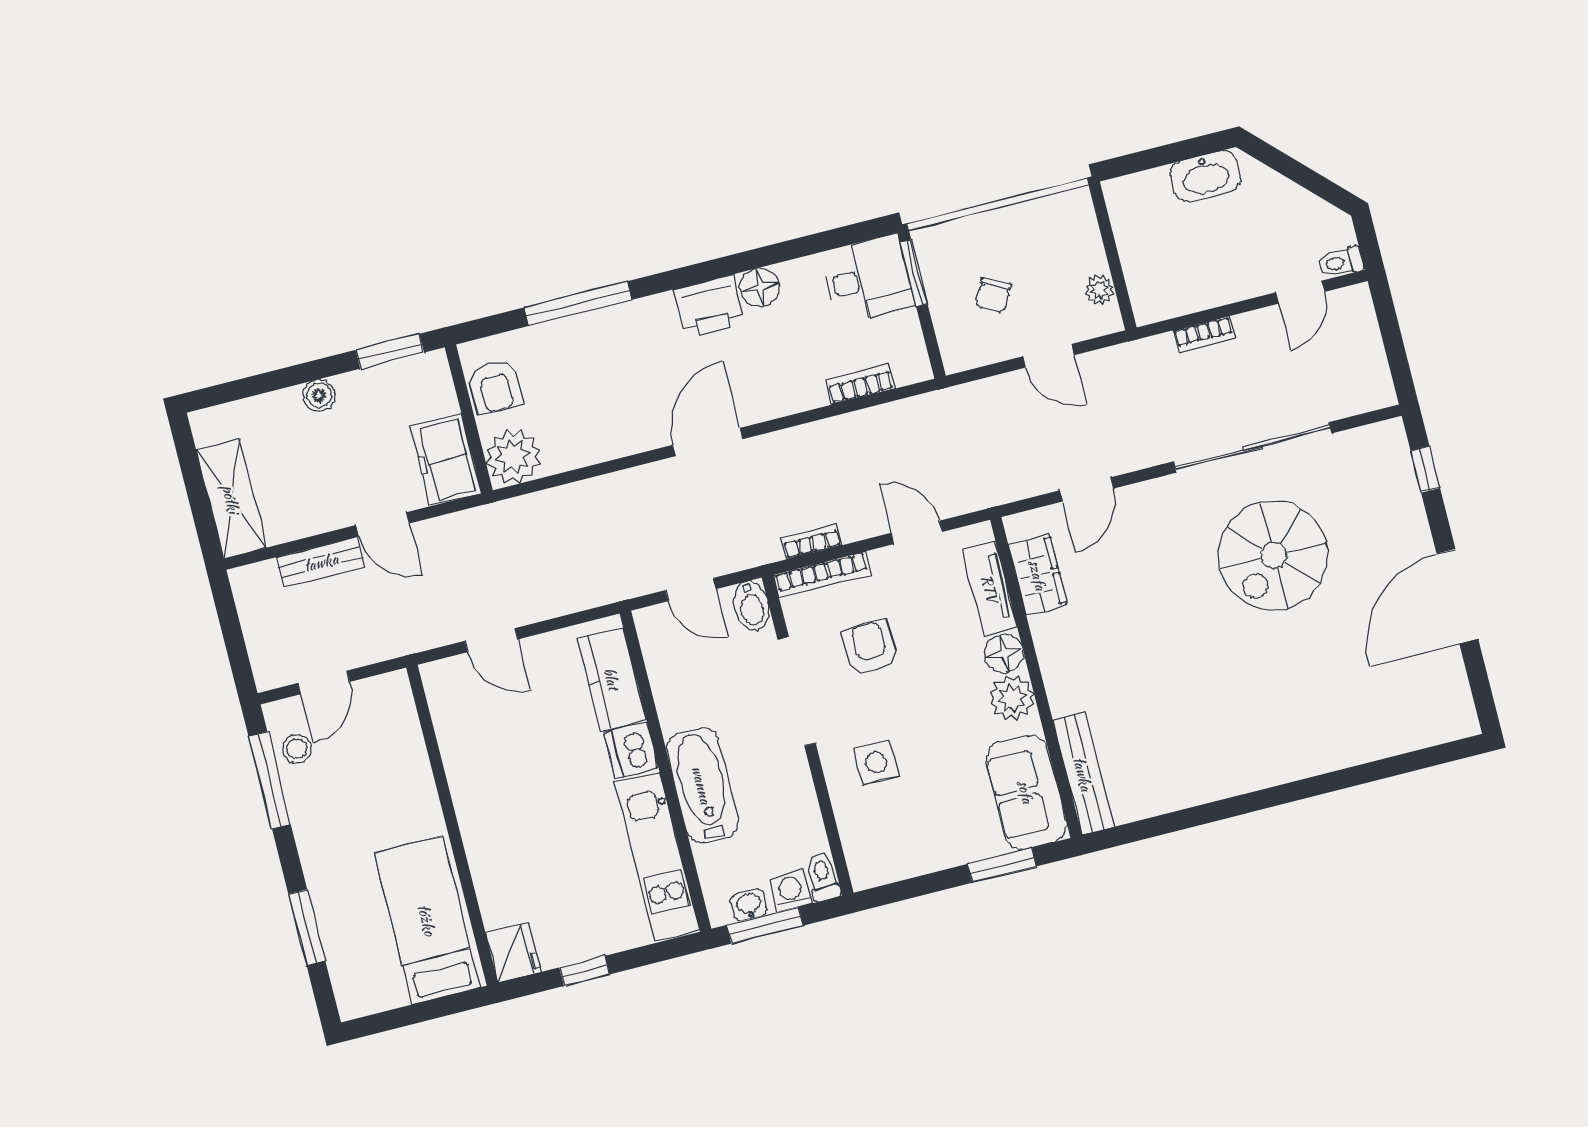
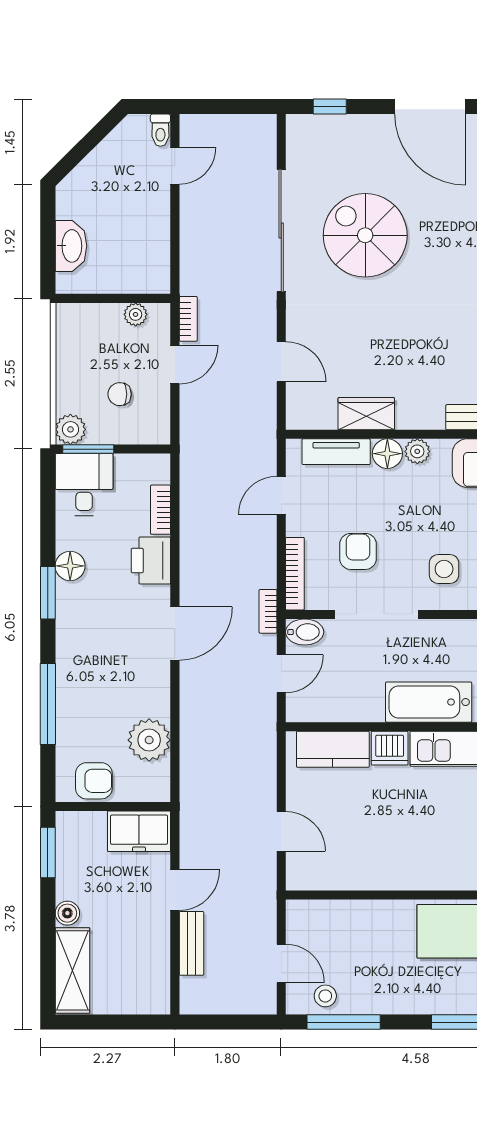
washbasin: (1205, 176) -> (71, 246), moved
plant: (933, 244) -> (70, 429), added
window: (719, 268) -> (48, 593), added
door: (1300, 292) -> (175, 166), hinge flipped
chair: (993, 295) -> (120, 394), turned 153
printer: (709, 307) -> (151, 561), moved, turned 180
bookcase: (1204, 334) -> (188, 319), moved
door: (708, 442) -> (175, 634), swing flipped
plant: (513, 457) -> (149, 740), moved
shelving: (231, 499) -> (72, 970), moved, turned 90
bookcase: (811, 541) -> (268, 611), moved
spiral stairs: (1273, 555) -> (365, 235), turned 180
wardrobe: (1038, 575) -> (366, 414), moved
door: (491, 640) -> (281, 831), hinge flipped
armchair: (871, 648) -> (358, 551), turned 92
plant: (1012, 698) -> (417, 451), width x0.73, depth x0.73

